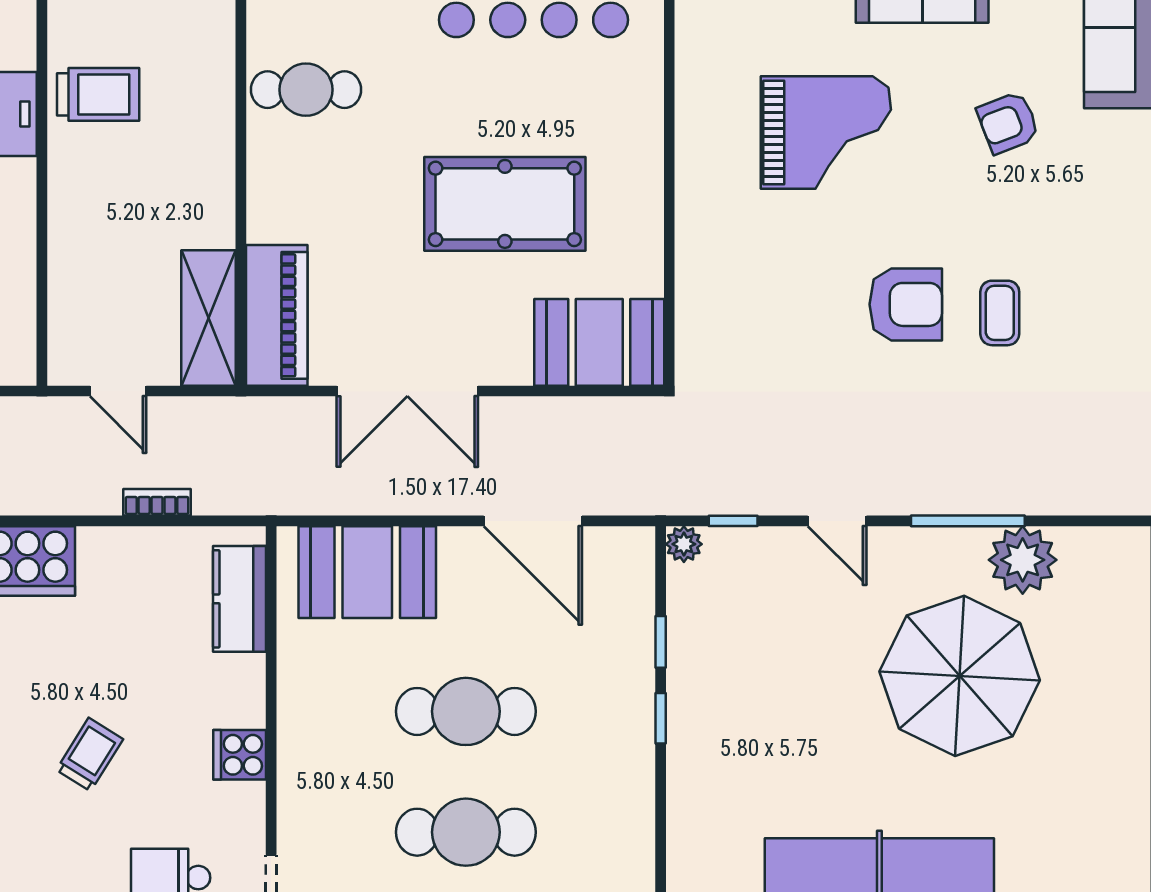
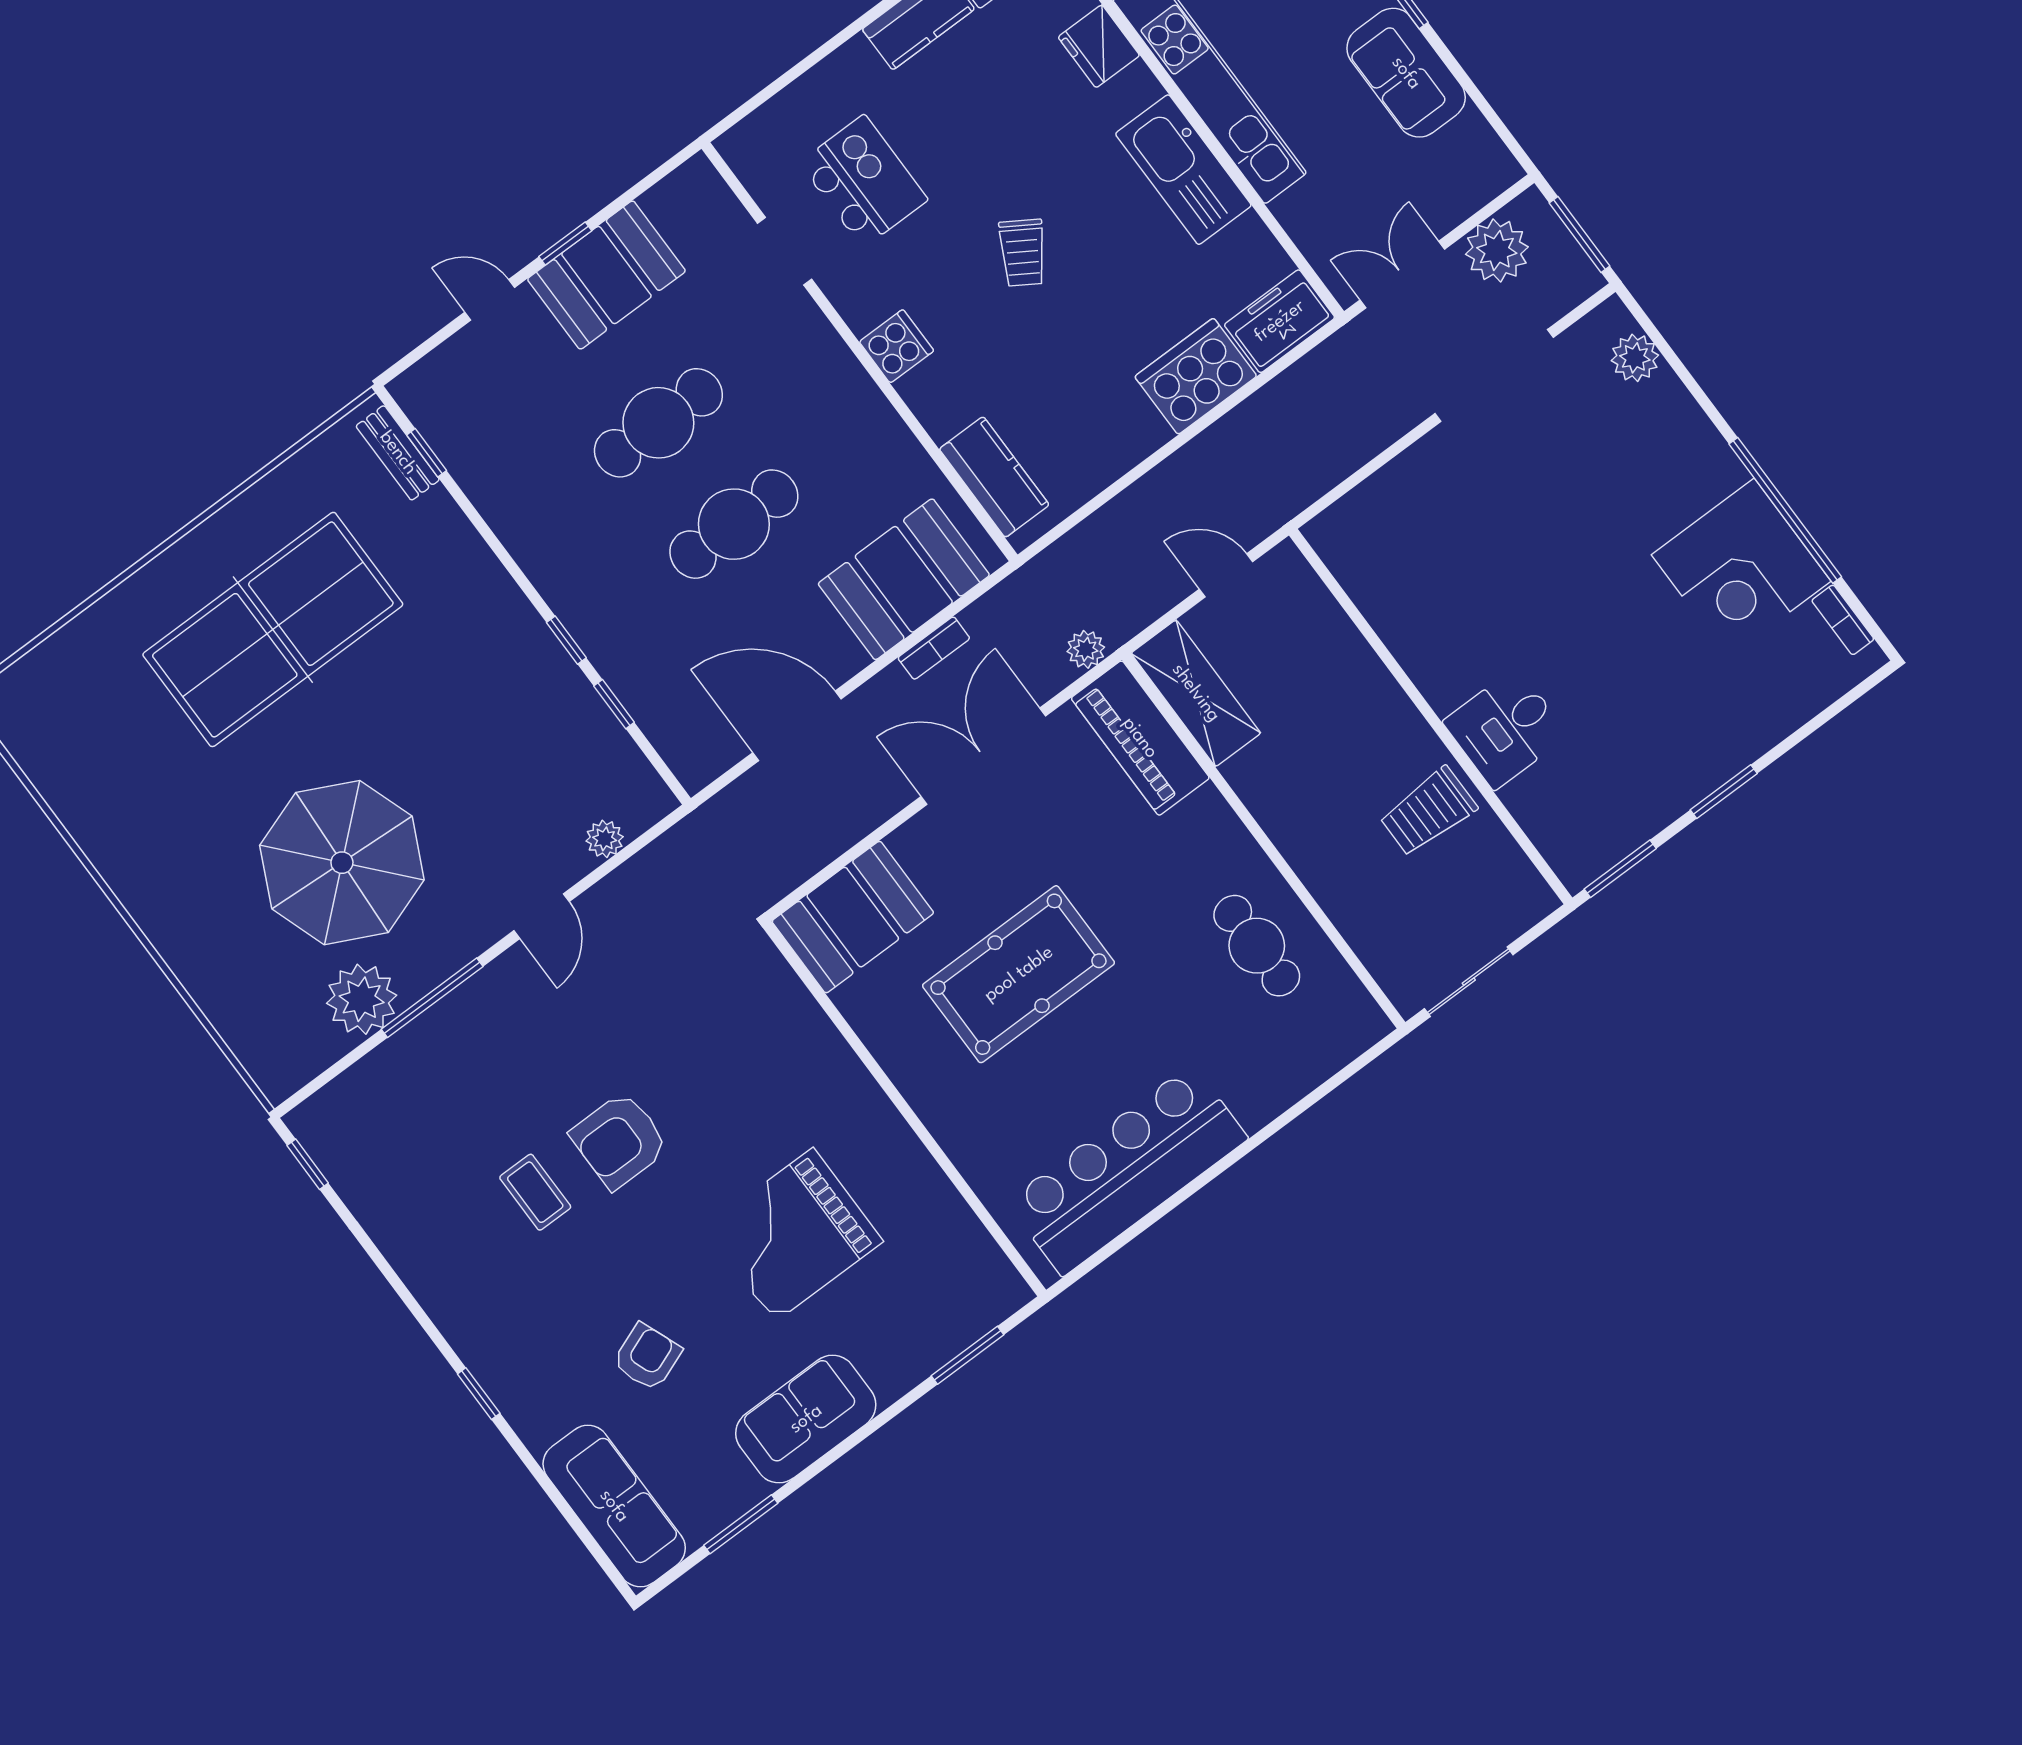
cafe table: (306, 90) -> (1257, 946), turned 90
plant: (268, 414) -> (1086, 649), added
bookcase: (157, 502) -> (934, 648), moved
window: (733, 521) -> (629, 851), removed
door: (837, 521) -> (542, 916), swing flipped
plant: (684, 544) -> (605, 839), moved

